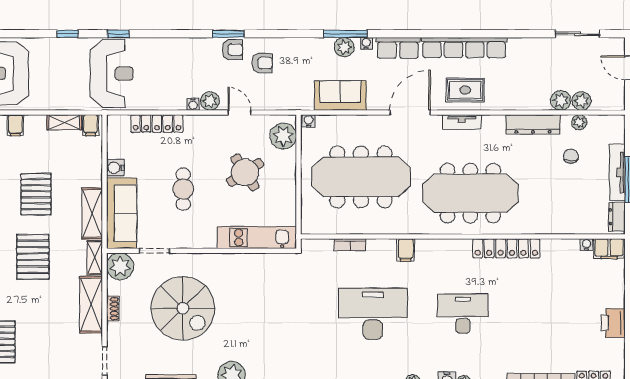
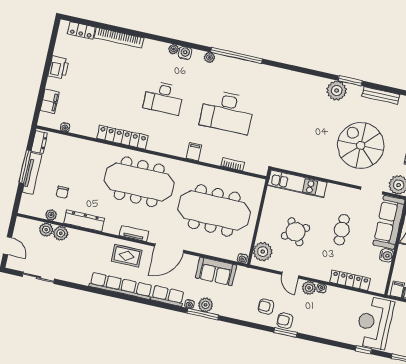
filing cabinet: (609, 249) -> (50, 101), moved, turned 90

